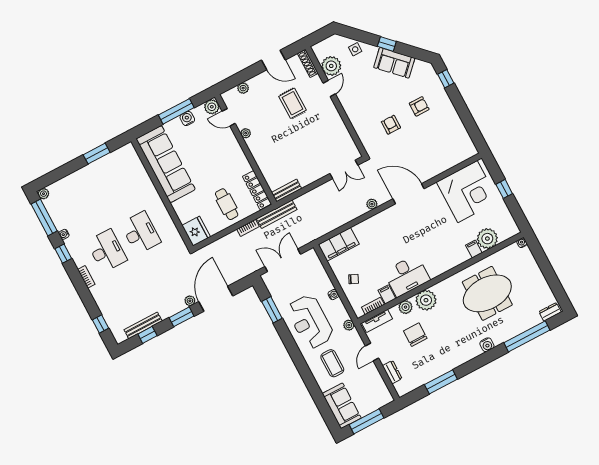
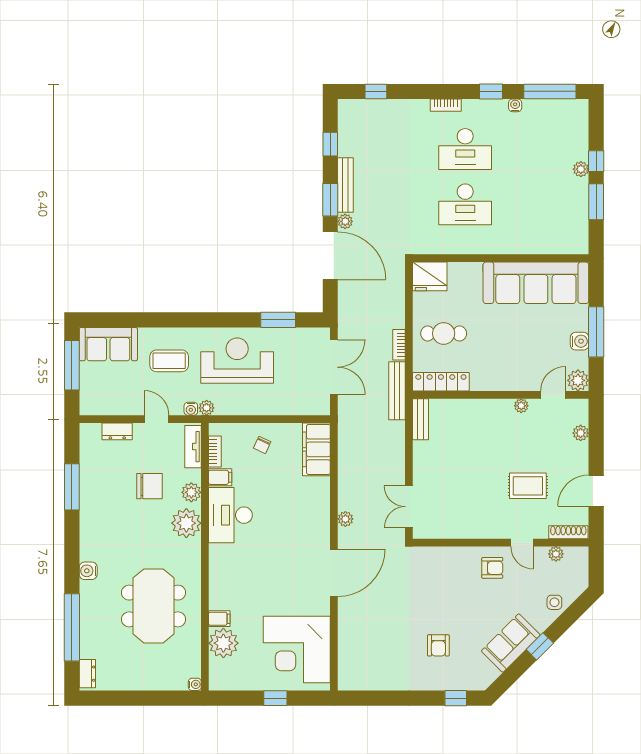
plant: (331, 66) -> (556, 554), width x0.53, depth x0.53
armchair: (391, 125) -> (492, 568), moved
window: (72, 167) -> (596, 161), added
plant: (43, 194) -> (581, 169), moved
water cooler: (333, 295) -> (191, 409), moved
bench: (143, 325) -> (345, 185), moved

